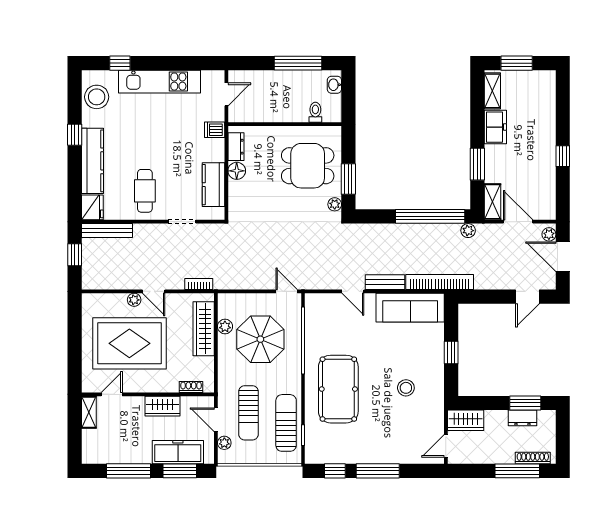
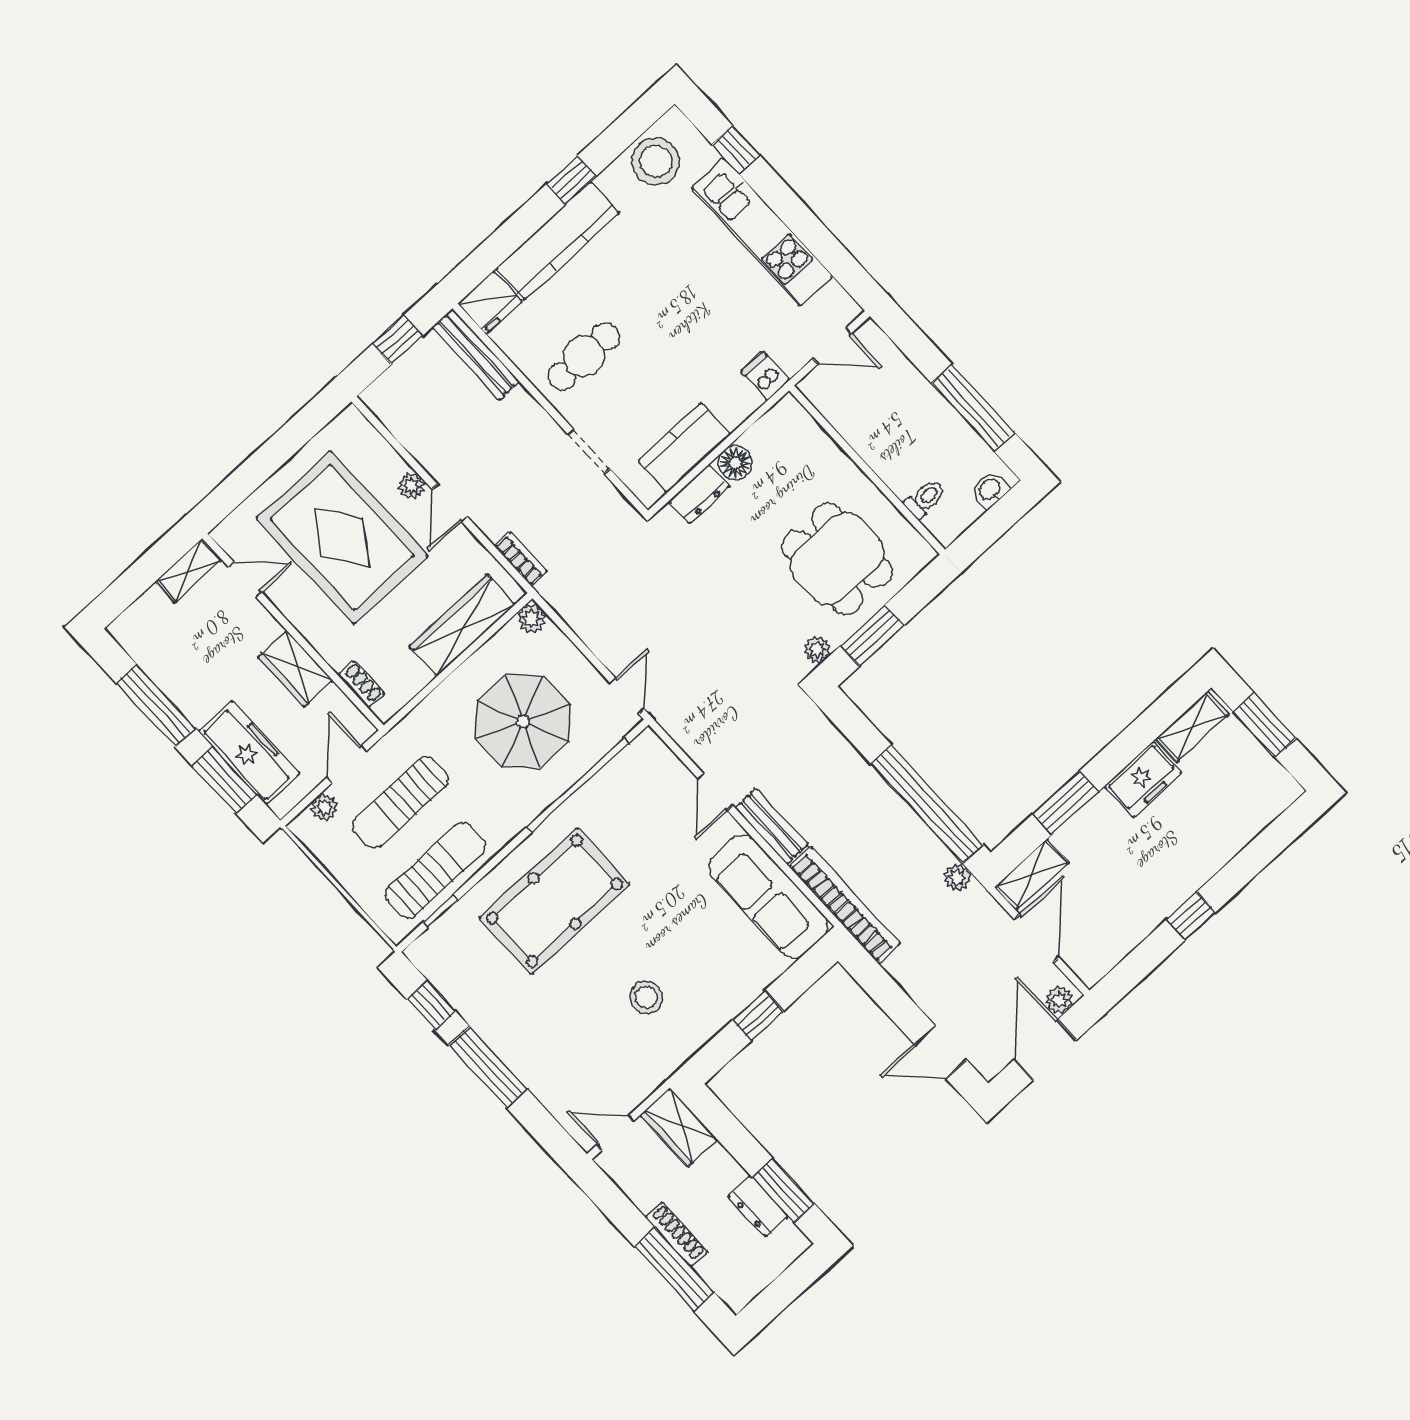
dresser: (236, 147) -> (699, 494), moved
plant: (225, 327) -> (532, 619), moved
shoe rack: (533, 458) -> (676, 1234), moved

